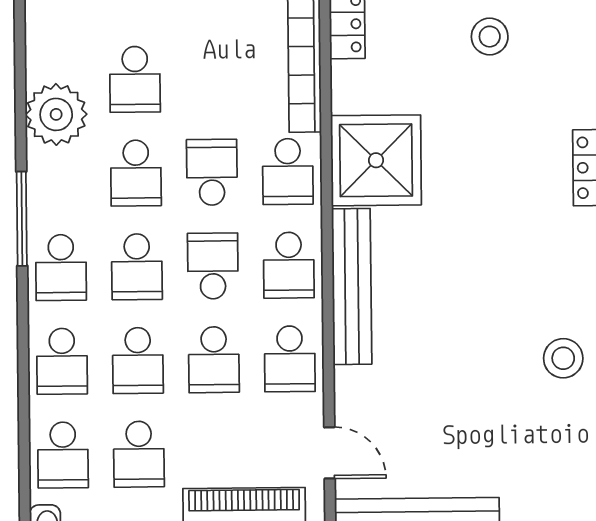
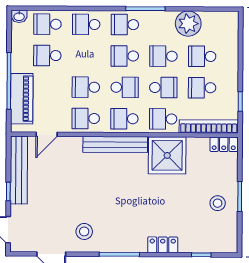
school desk: (138, 360) -> (202, 88), moved

